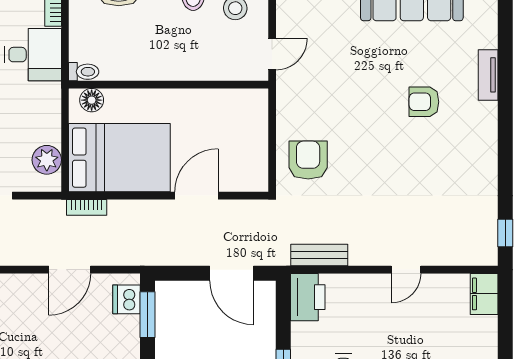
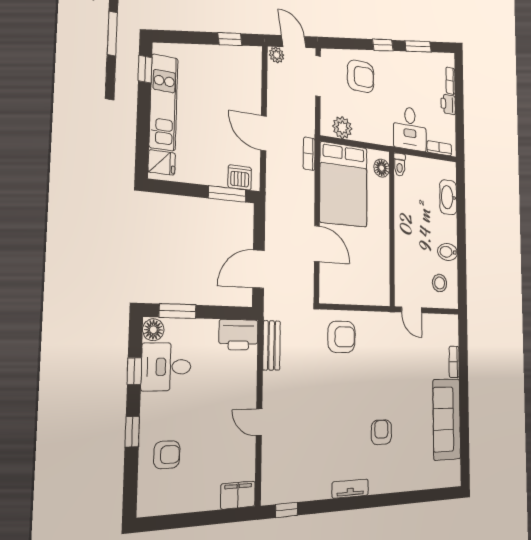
tv unit: (488, 75) -> (350, 489), moved

